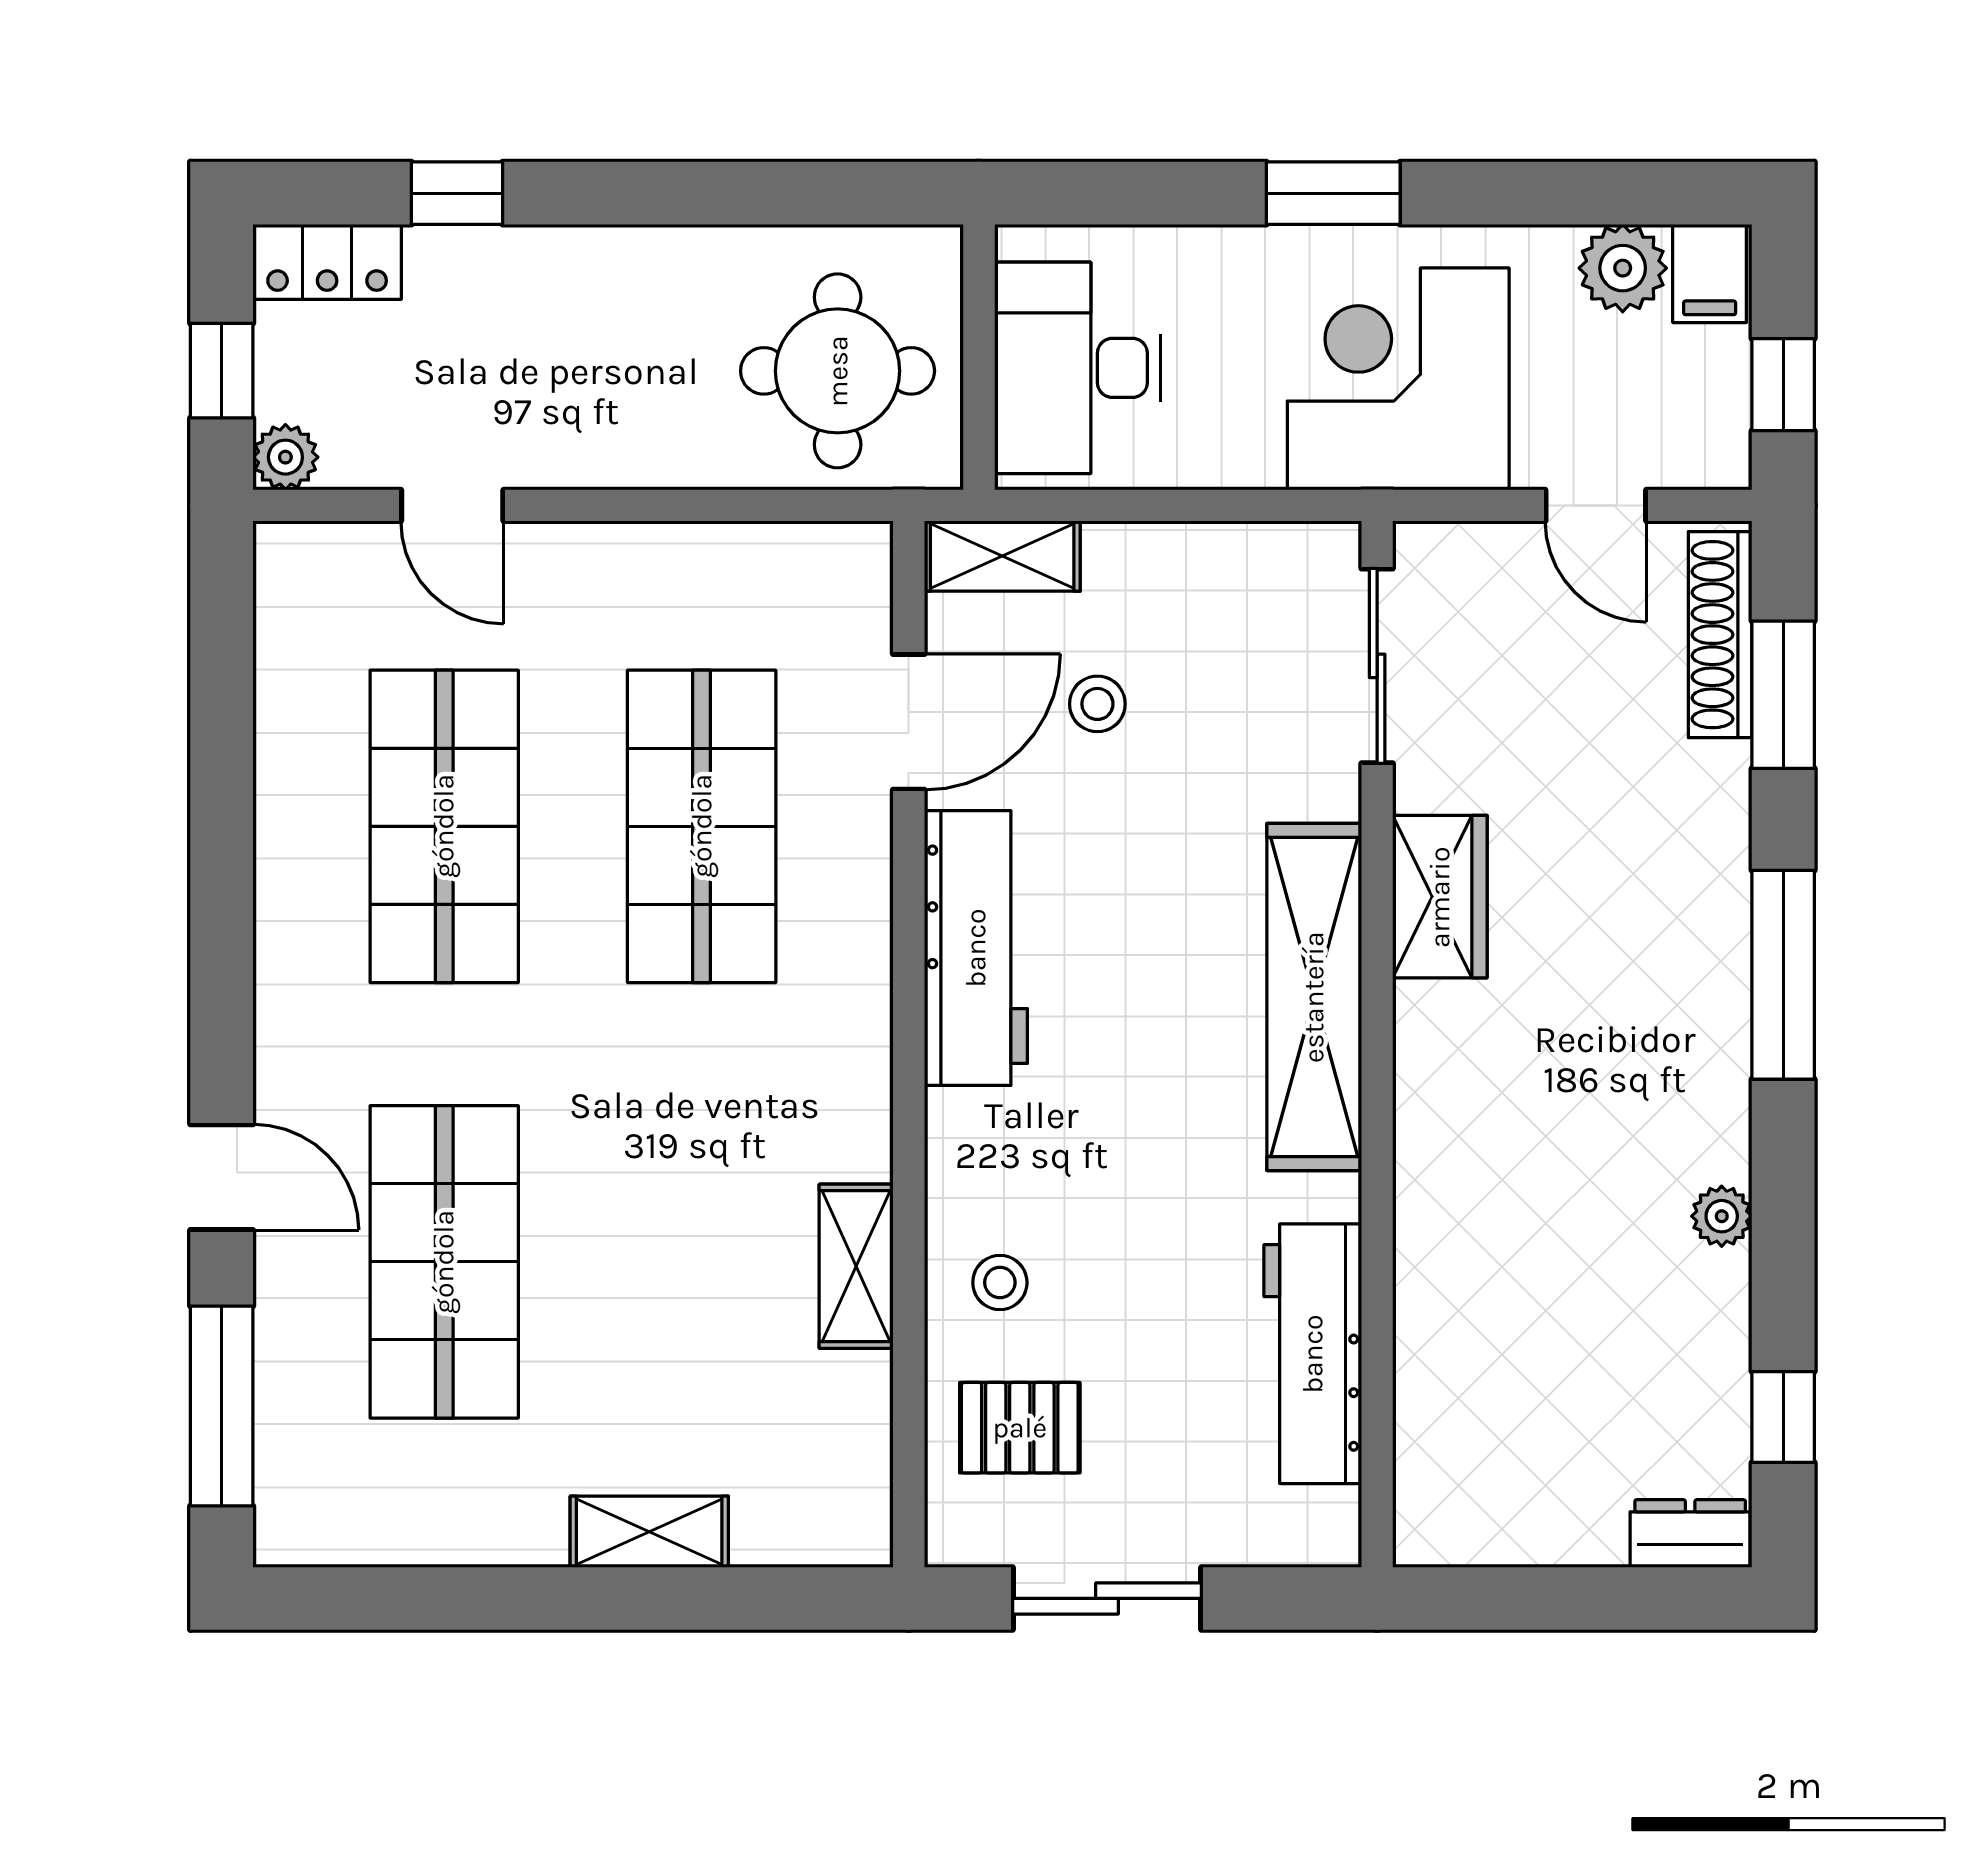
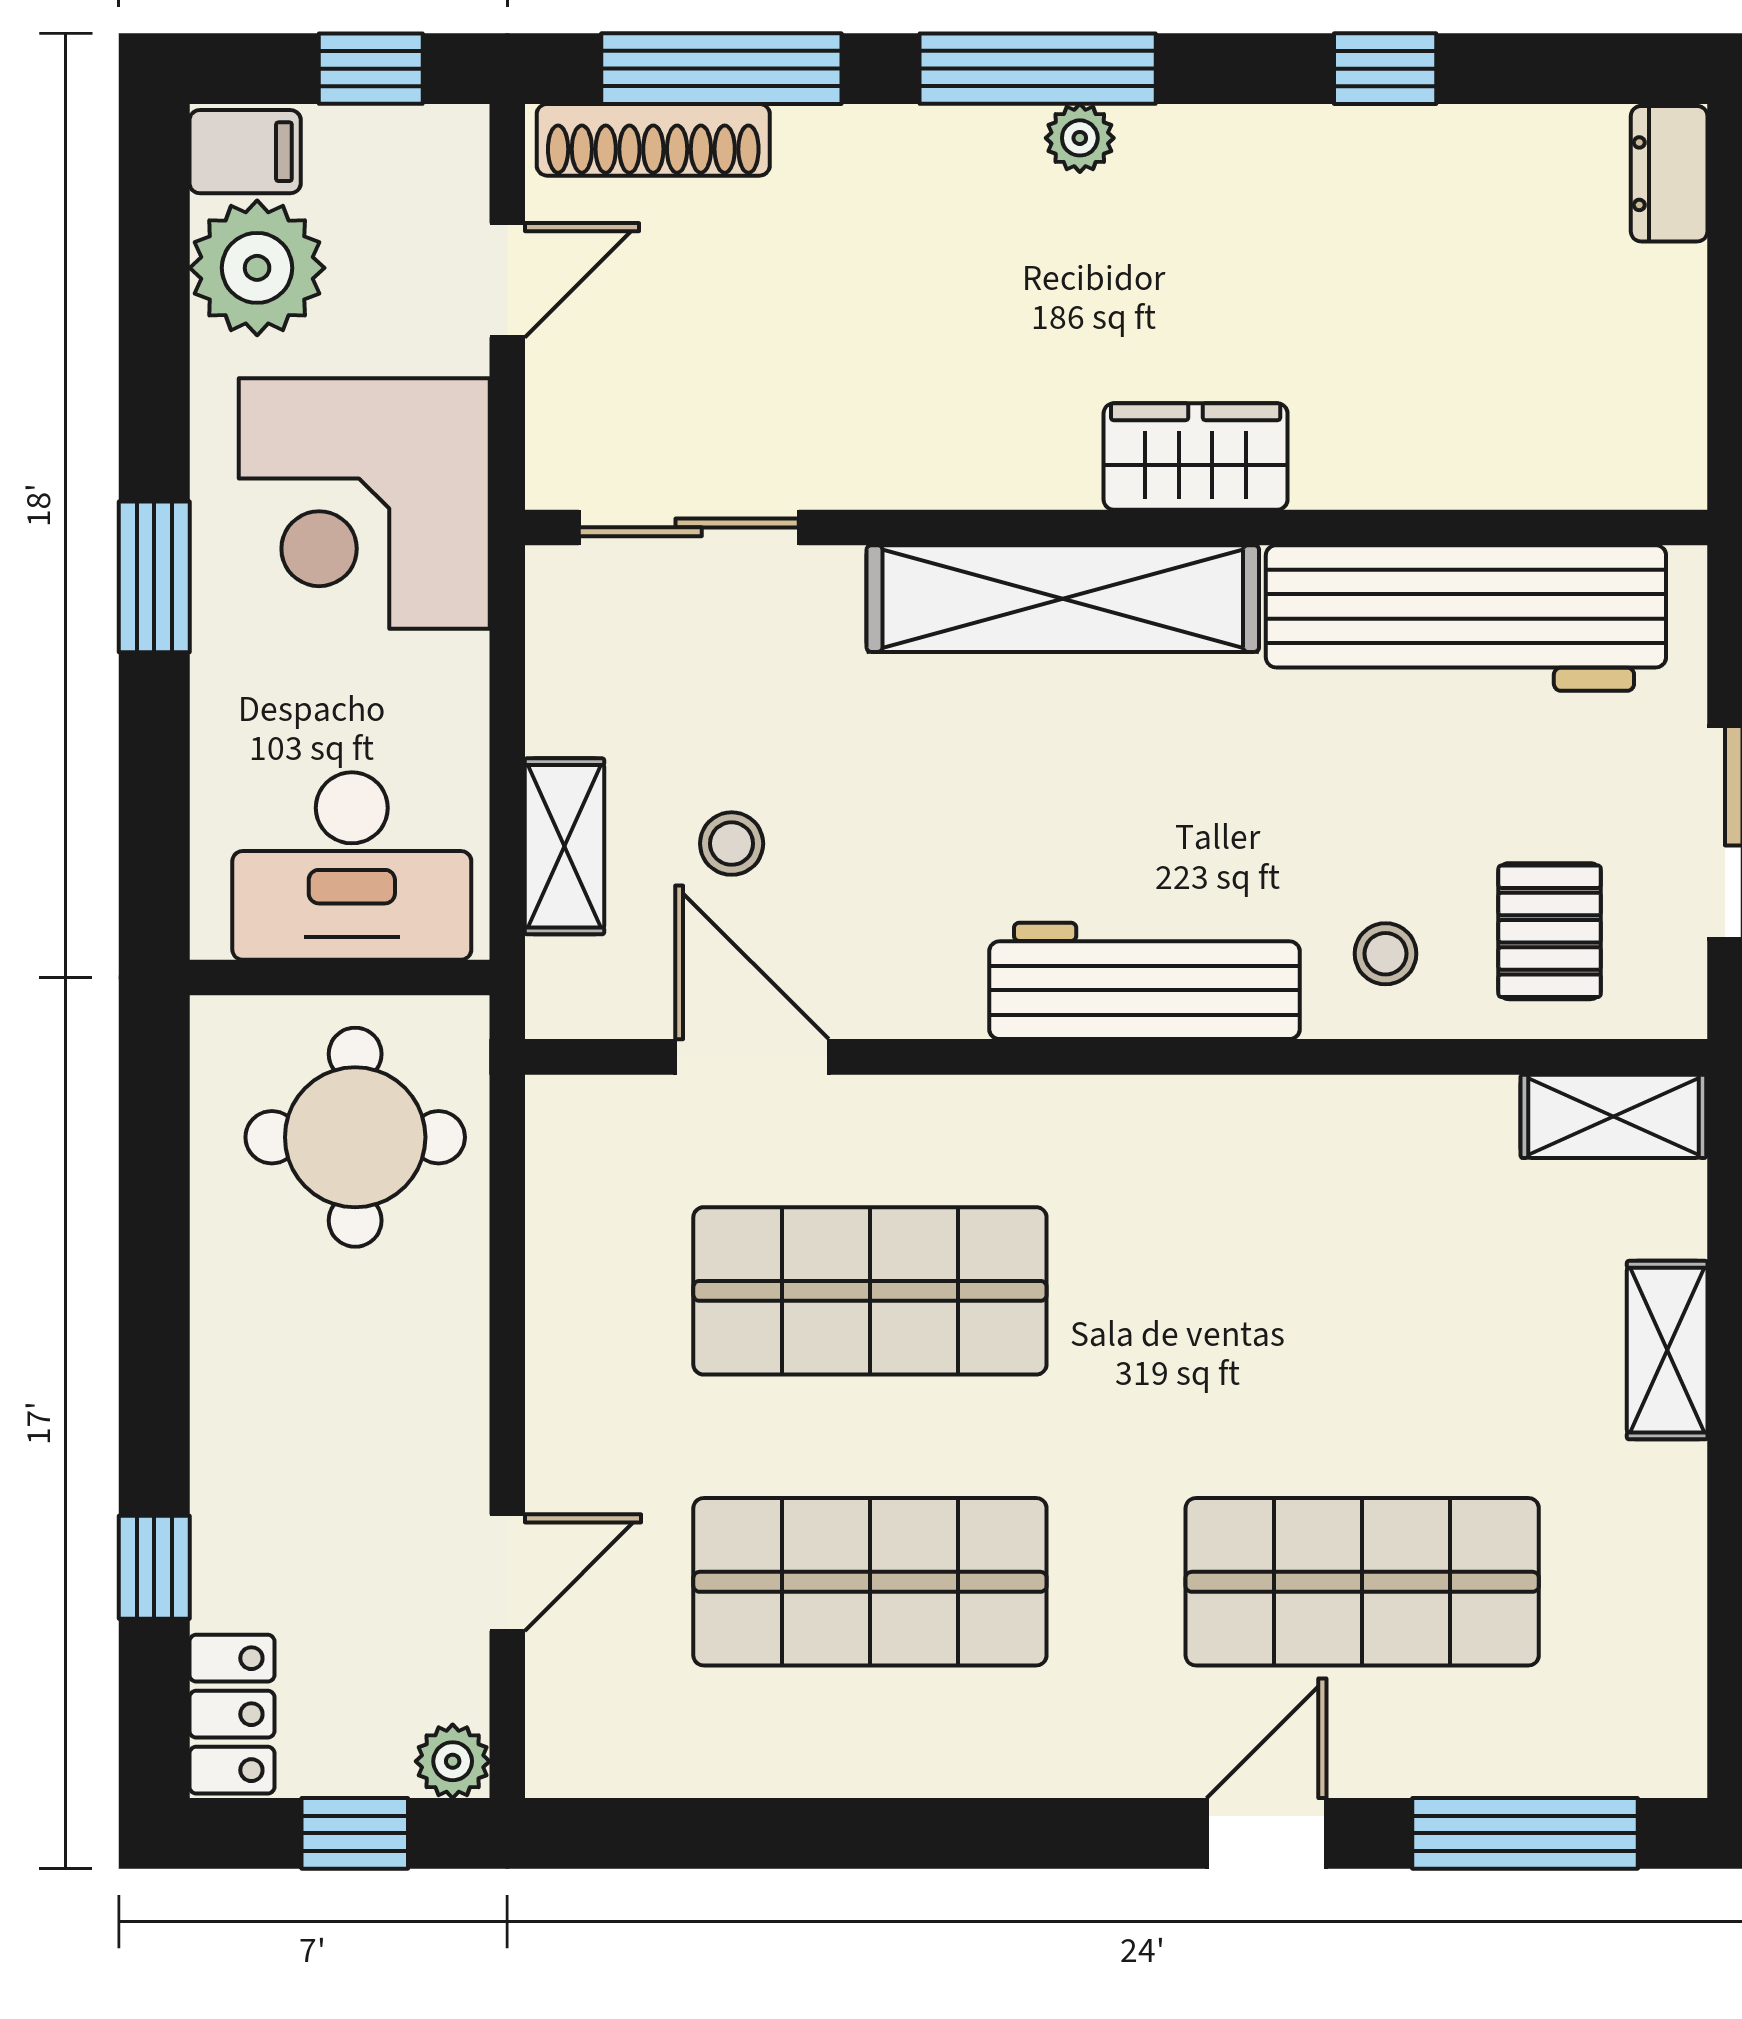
plant: (1623, 268) -> (257, 268), width x1.36, depth x1.36
shelving: (1002, 556) -> (564, 846), moved
window: (1783, 695) -> (721, 69), width x1.44
wardrobe: (1440, 897) -> (1196, 456), moved
workbench: (976, 948) -> (1145, 981), moved
plant: (1722, 1216) -> (1080, 138), moved
shelving: (856, 1266) -> (1613, 1116), moved
workbench: (1313, 1354) -> (1466, 618), width x1.36, depth x1.32
window: (1783, 1417) -> (1385, 69), moved

